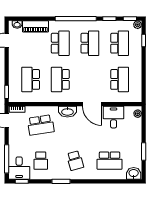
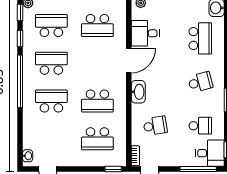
piano: (35, 26) -> (30, 132), removed
school desk: (120, 79) -> (97, 25), turned 180
school desk: (41, 125) -> (155, 126), width x0.54

